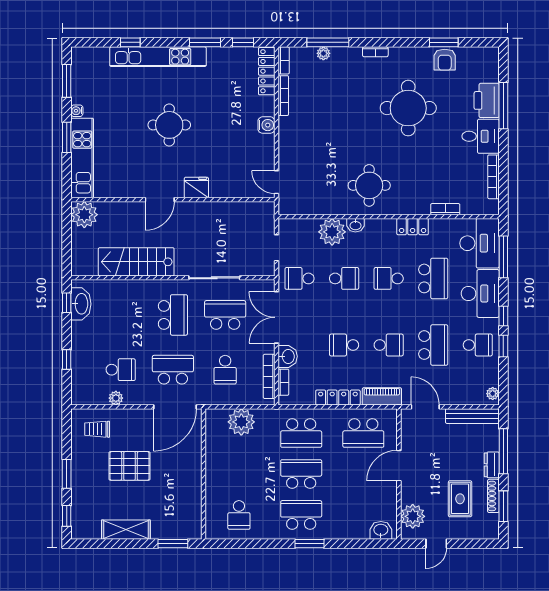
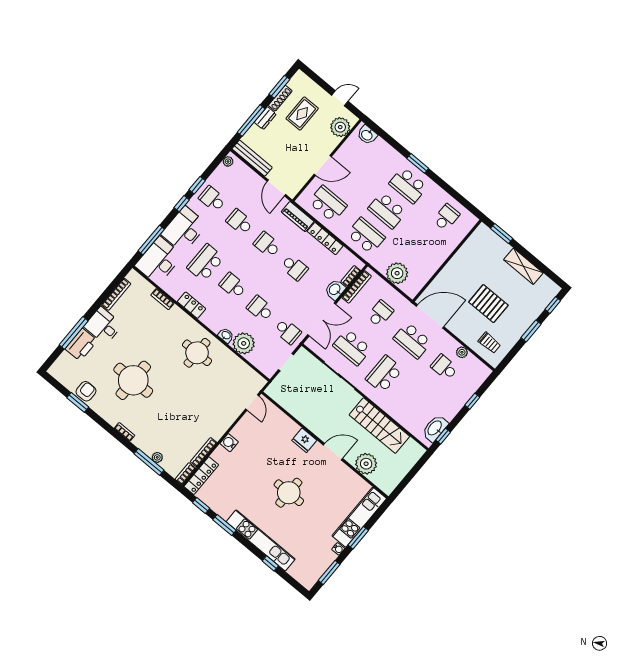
plant: (84, 215) -> (366, 464), moved
school desk: (389, 278) -> (233, 286), turned 180
school desk: (433, 345) -> (240, 222), width x0.54

